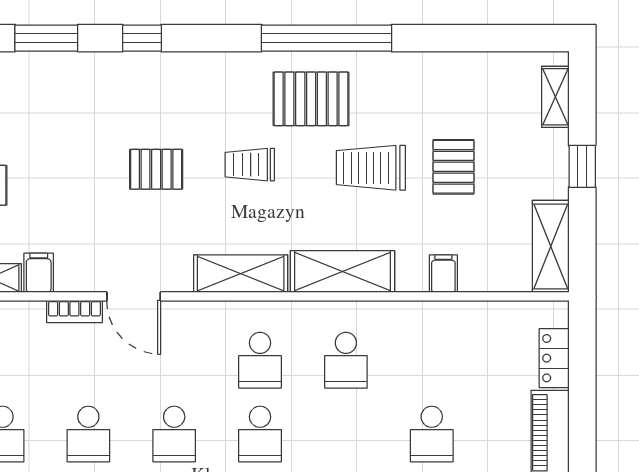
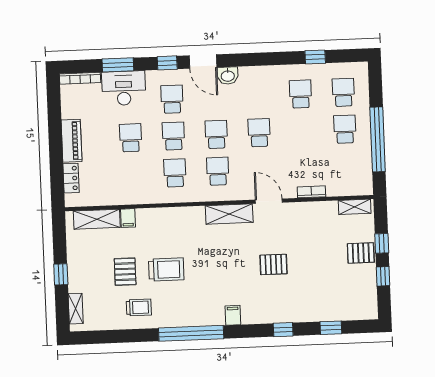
window: (46, 38) -> (331, 328), width x0.67
pallet: (311, 99) -> (198, 303), removed
trolley: (250, 165) -> (139, 307), moved
shelving: (551, 246) -> (97, 219), moved, turned 90
shelving: (342, 272) -> (178, 217), removed
filing cabinet: (39, 273) -> (233, 315), moved, turned 180
door: (134, 296) -> (269, 201), moved
school desk: (88, 434) -> (173, 136), moved

